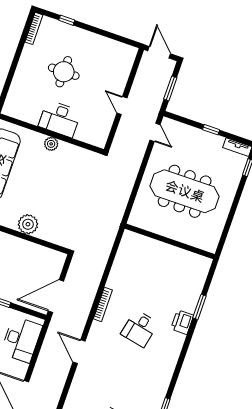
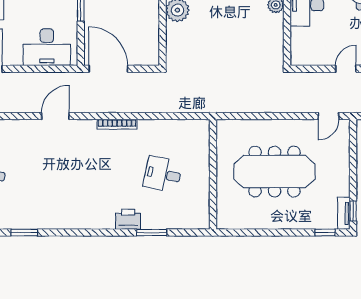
window: (211, 130) -> (353, 211), moved
meeting table: (185, 191) -> (274, 172), turned 90
desk: (140, 329) -> (163, 174), moved

